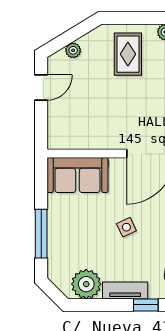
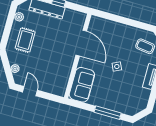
rug: (128, 54) -> (25, 40), turned 90
plant: (86, 284) -> (141, 96), removed

